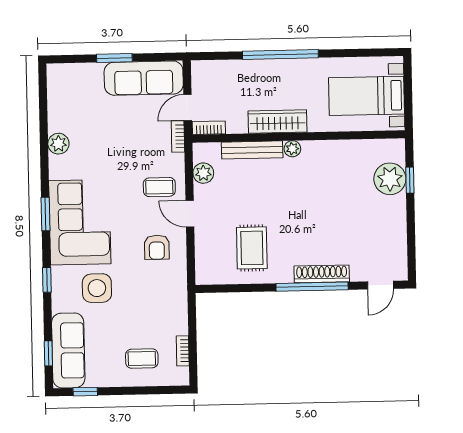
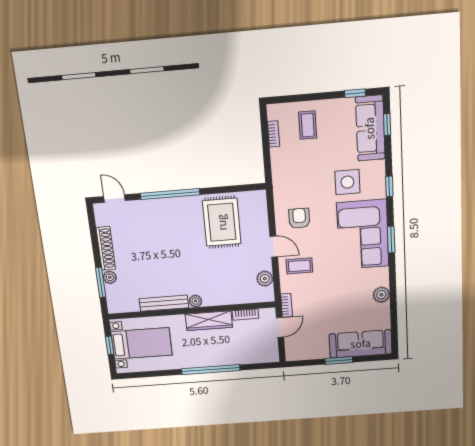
sofa: (144, 78) -> (361, 344), moved
window: (408, 95) -> (110, 345), added
bookcase: (209, 128) -> (245, 315), moved
bench: (252, 150) -> (164, 303), moved
plant: (390, 179) -> (110, 277), width x0.53, depth x0.53
window: (410, 180) -> (101, 282), width x1.50
rug: (252, 248) -> (222, 222), width x1.36, depth x1.43
shoe rack: (322, 274) -> (106, 248), moved, turned -90
door: (380, 285) -> (114, 199), hinge flipped
coffee table: (142, 359) -> (308, 125), turned 90

